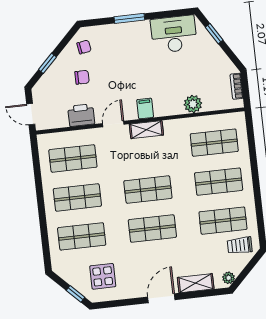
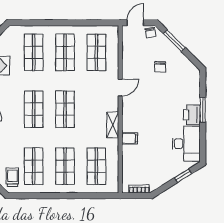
chair: (84, 47) -> (150, 33), moved
window: (47, 63) -> (174, 41), width x1.50
plant: (193, 104) -> (129, 153), removed
filing cabinet: (145, 108) -> (130, 138), moved
printer: (81, 115) -> (192, 115), moved, turned 180
door: (113, 124) -> (120, 88), hinge flipped
shelving: (146, 130) -> (113, 125), moved

